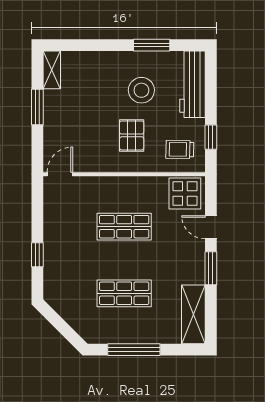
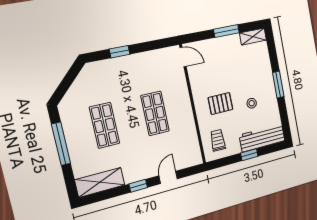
window: (152, 45) -> (278, 85), moved
stool: (141, 90) -> (252, 103), width x0.53, depth x0.53
window: (211, 137) -> (249, 155), moved
display table: (185, 193) -> (188, 152), removed
window: (211, 268) -> (138, 186), width x0.67

